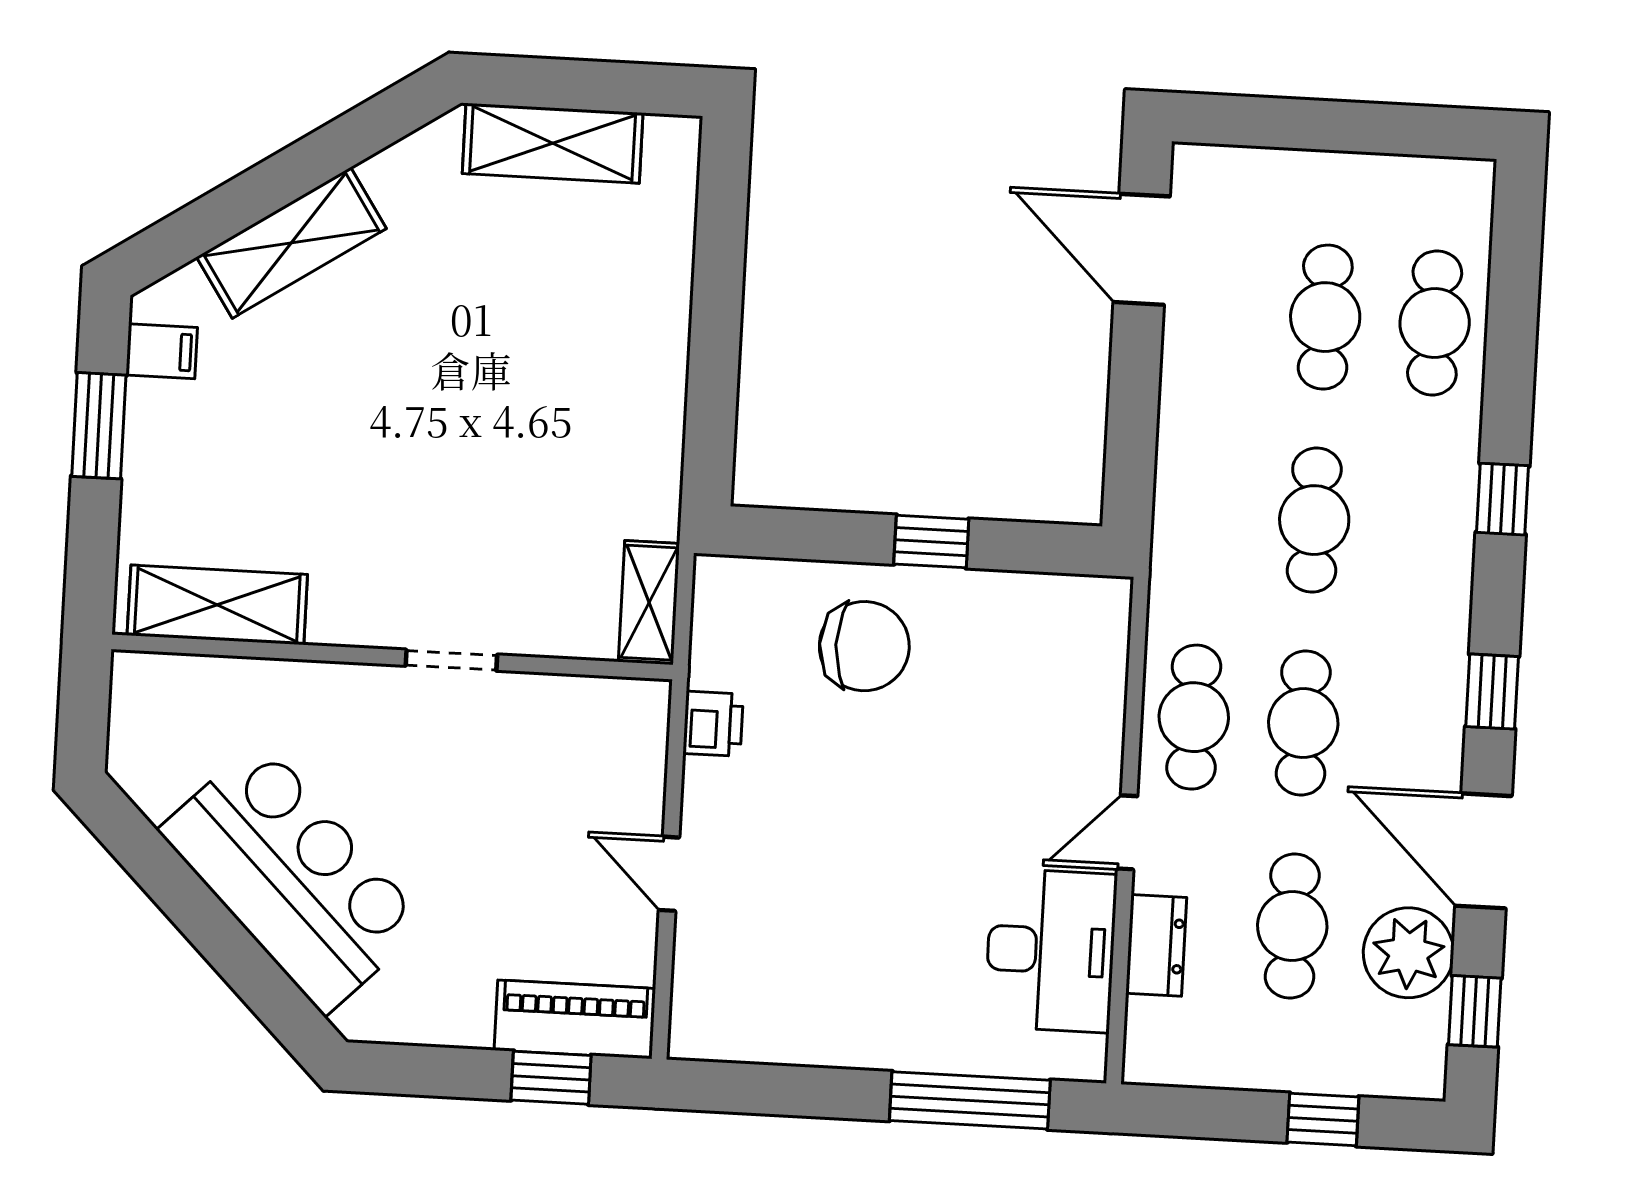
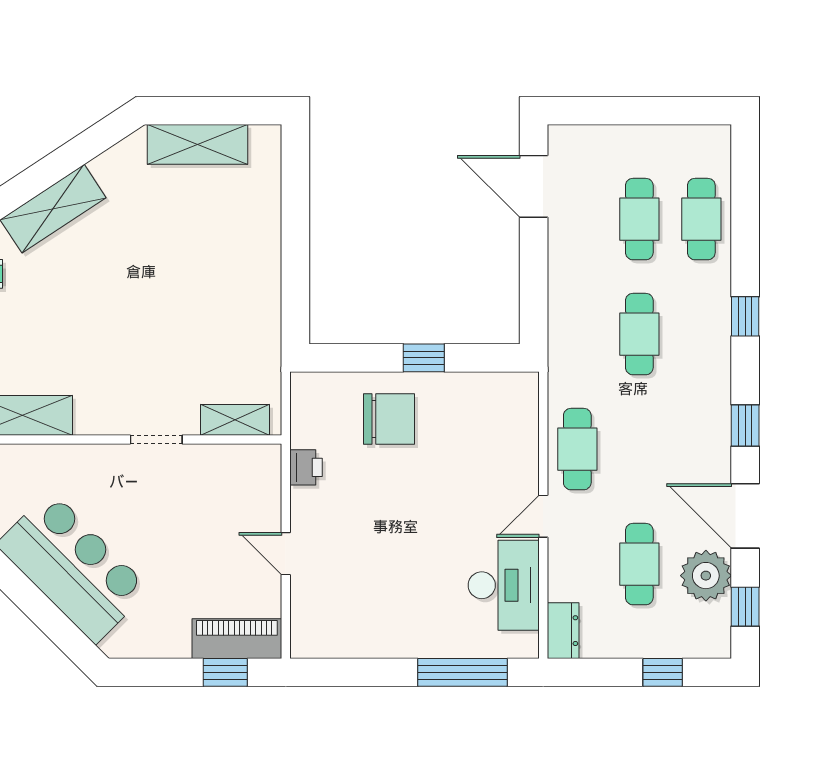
shelving: (649, 603) -> (235, 420), moved, turned 90
cafe table: (1303, 723) -> (639, 449), removed
dresser: (1156, 945) -> (563, 631), moved

